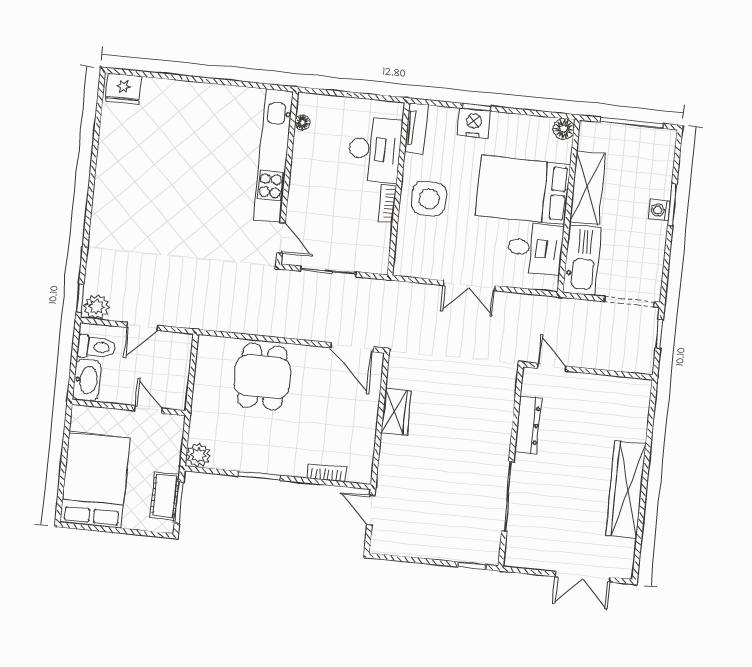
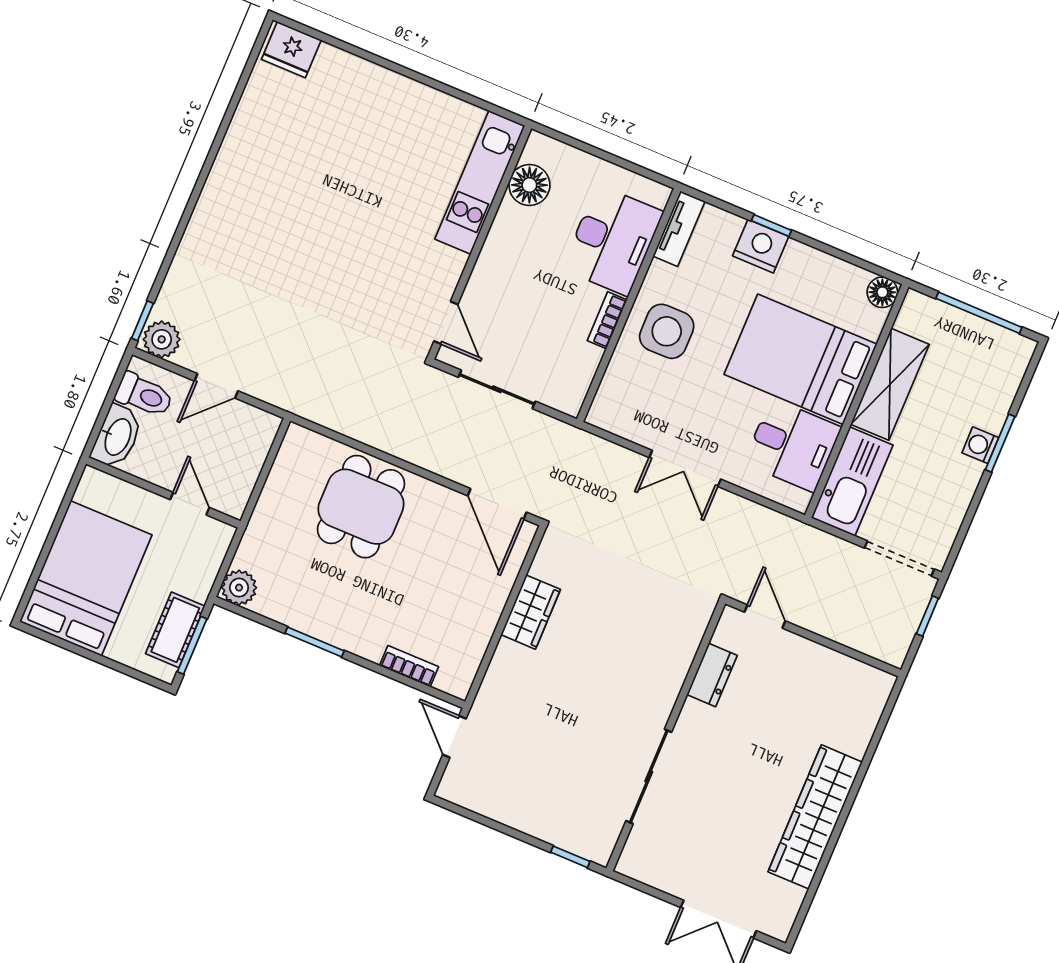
floor lamp: (302, 123) -> (529, 185), width x1.89, depth x1.89
kitchen unit: (273, 156) -> (480, 182), width x0.73
dresser: (528, 425) -> (712, 675), width x0.70

